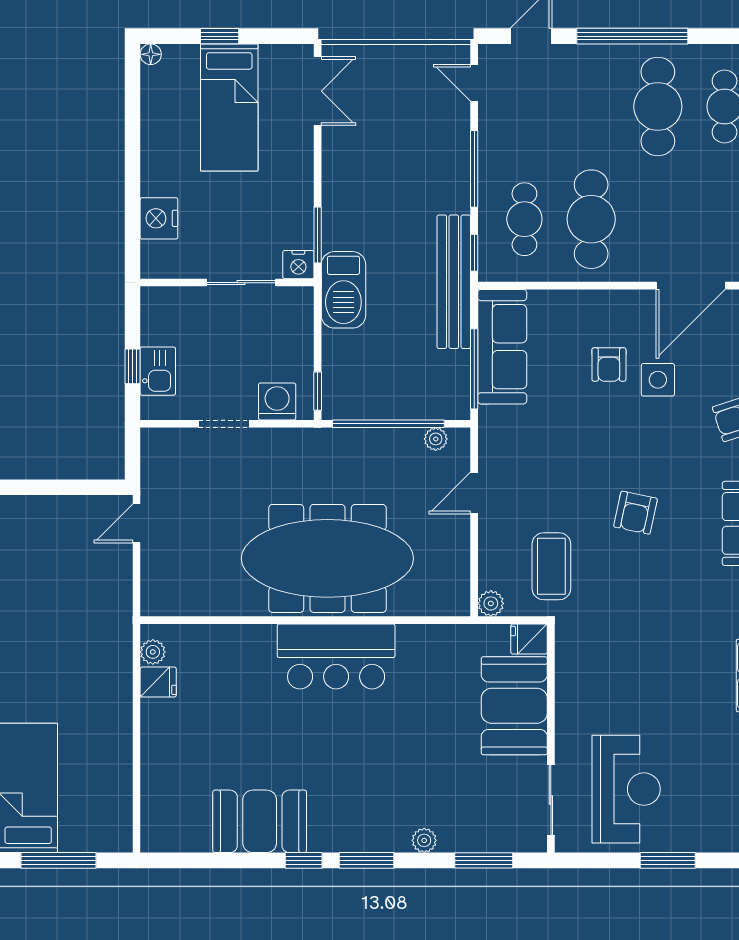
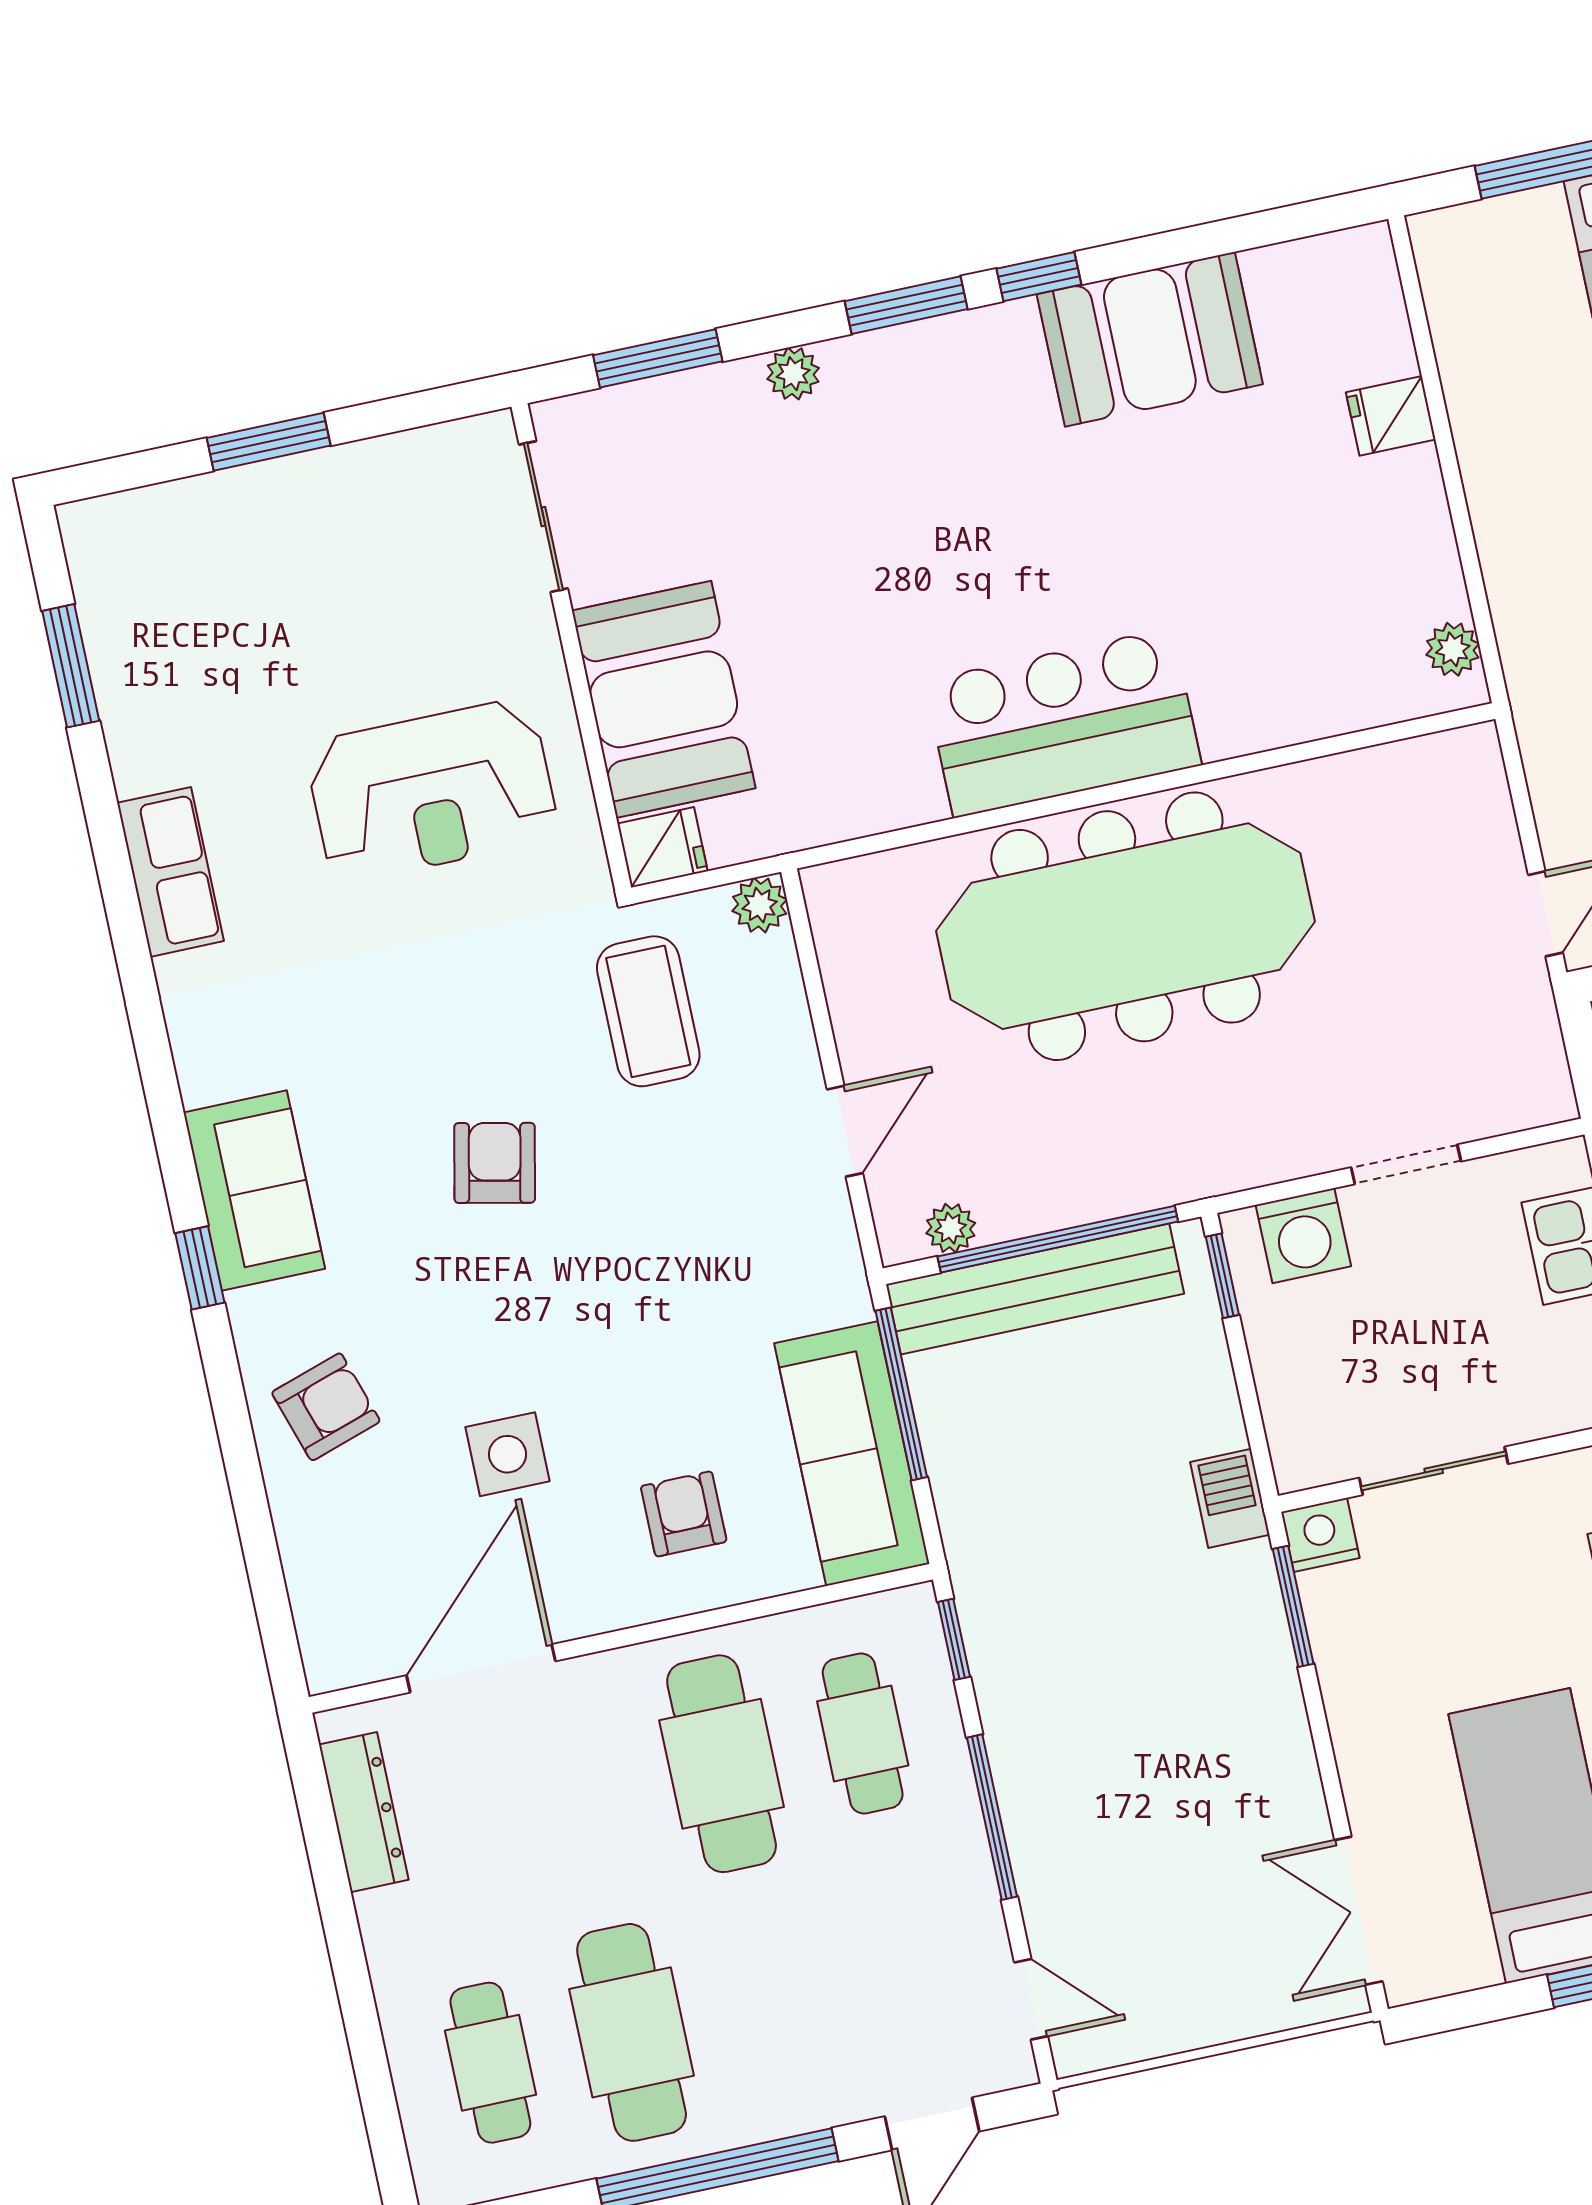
bench: (454, 282) -> (1035, 1289), moved, turned 90
barbecue: (343, 290) -> (1230, 1498), width x0.53, depth x0.65
armchair: (609, 365) -> (684, 1514), moved
fridge: (158, 682) -> (1391, 416), moved
reception desk: (626, 789) -> (432, 791), moved, turned -90

